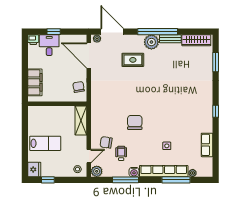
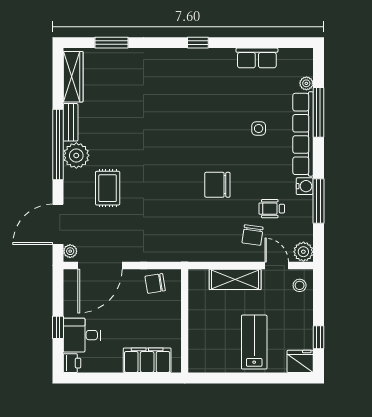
shelving: (81, 120) -> (235, 279), moved

